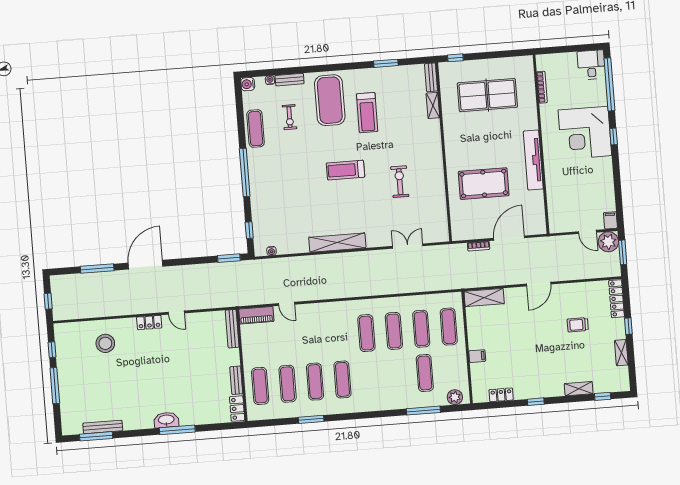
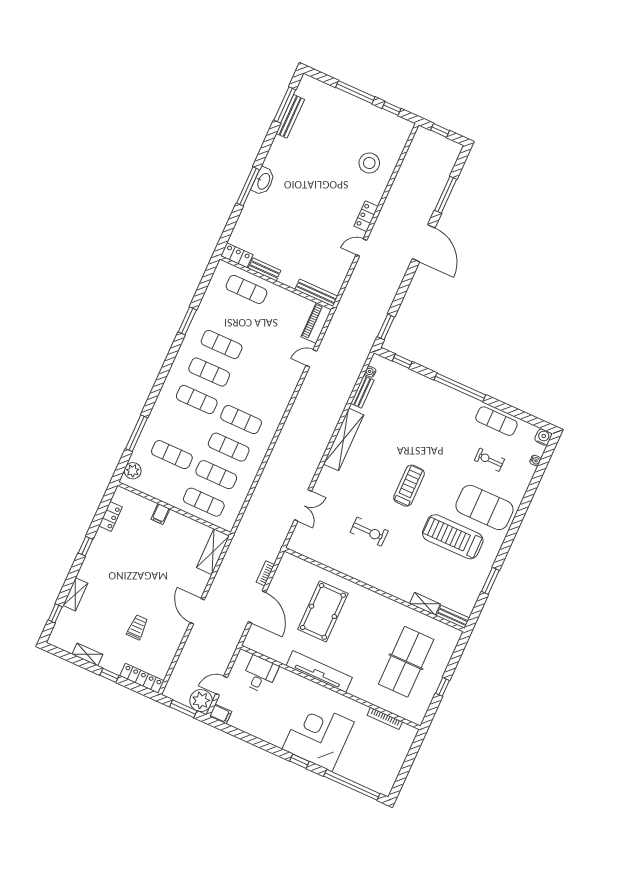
window: (455, 58) -> (443, 687), moved
desk: (591, 65) -> (260, 674), moved, turned -90
bench: (290, 80) -> (362, 392), moved
treadmill: (367, 113) -> (453, 537), width x1.37, depth x1.38
exercise mat: (288, 384) -> (197, 400), moved

